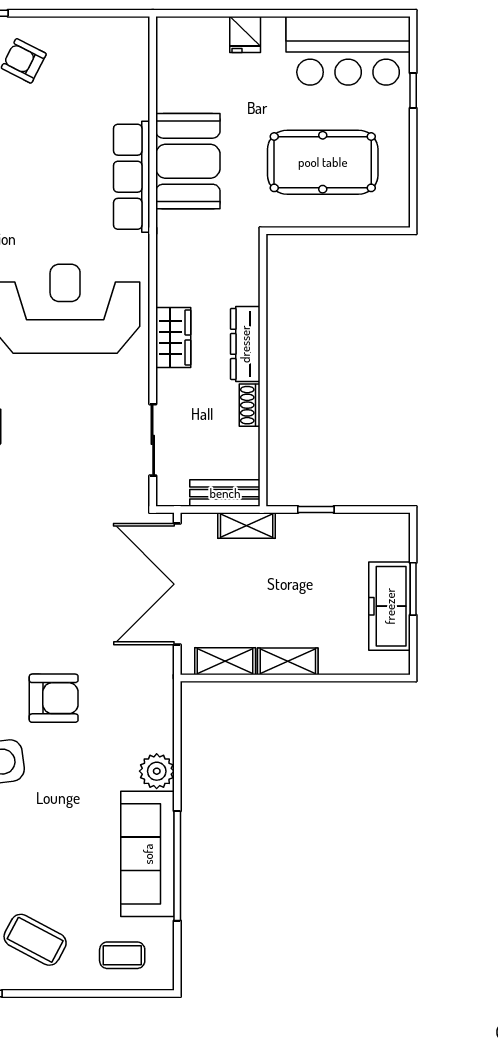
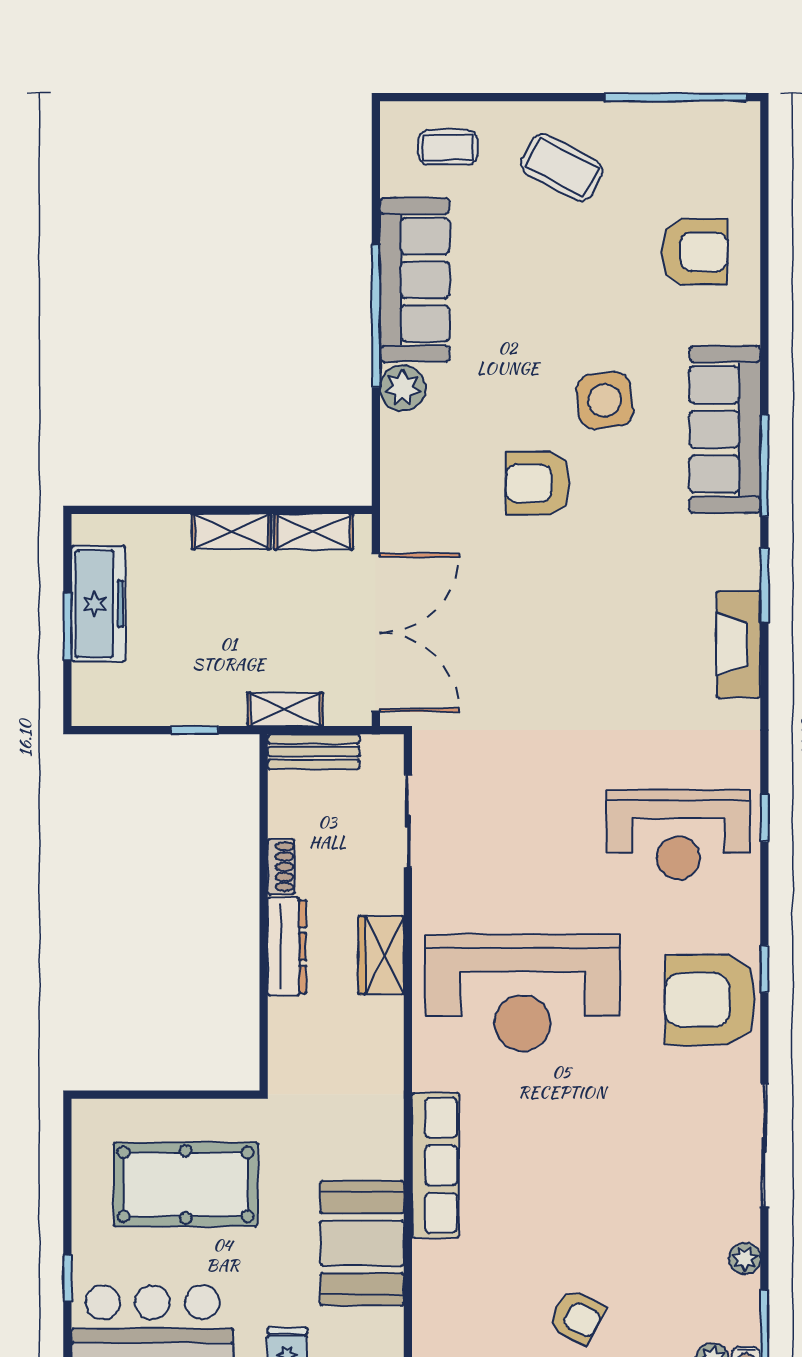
booth: (188, 161) -> (362, 1243), moved
window: (177, 866) -> (376, 316), moved

